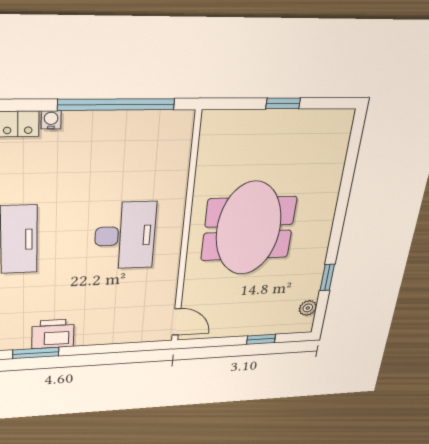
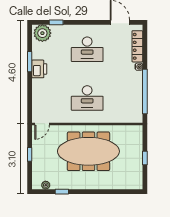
meeting table: (249, 229) -> (88, 151), width x1.36
window: (261, 339) -> (30, 154), moved

